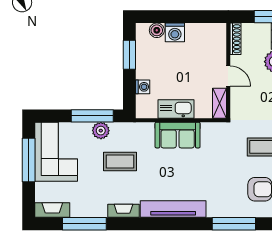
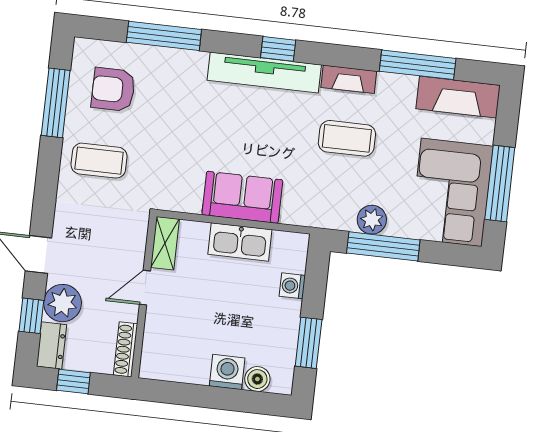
door: (228, 76) -> (145, 288), hinge flipped
coffee table: (120, 162) -> (347, 138), moved
fireplace: (52, 210) -> (458, 97), width x1.37, depth x1.32
window: (167, 224) -> (278, 49), added

